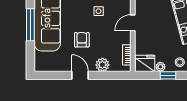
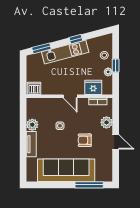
window: (30, 25) -> (89, 185), moved
fridge: (145, 63) -> (93, 87), moved, turned 90
door: (80, 75) -> (116, 142), swing flipped

